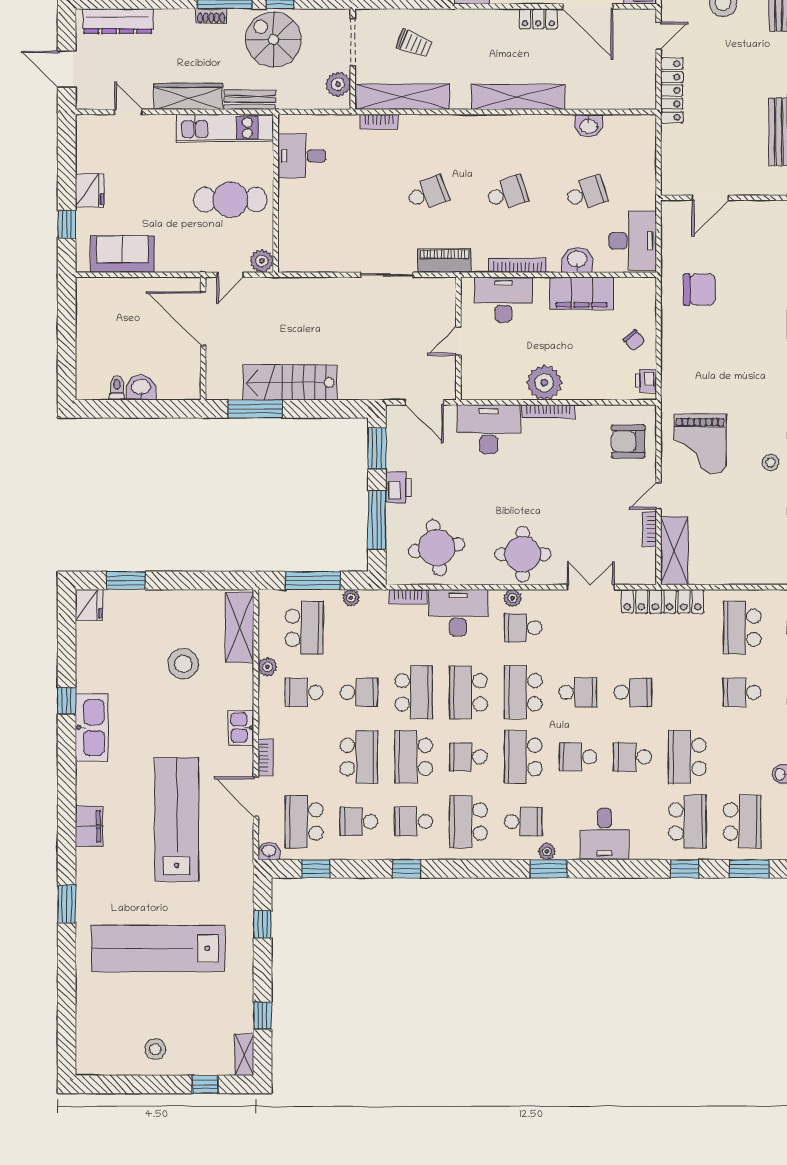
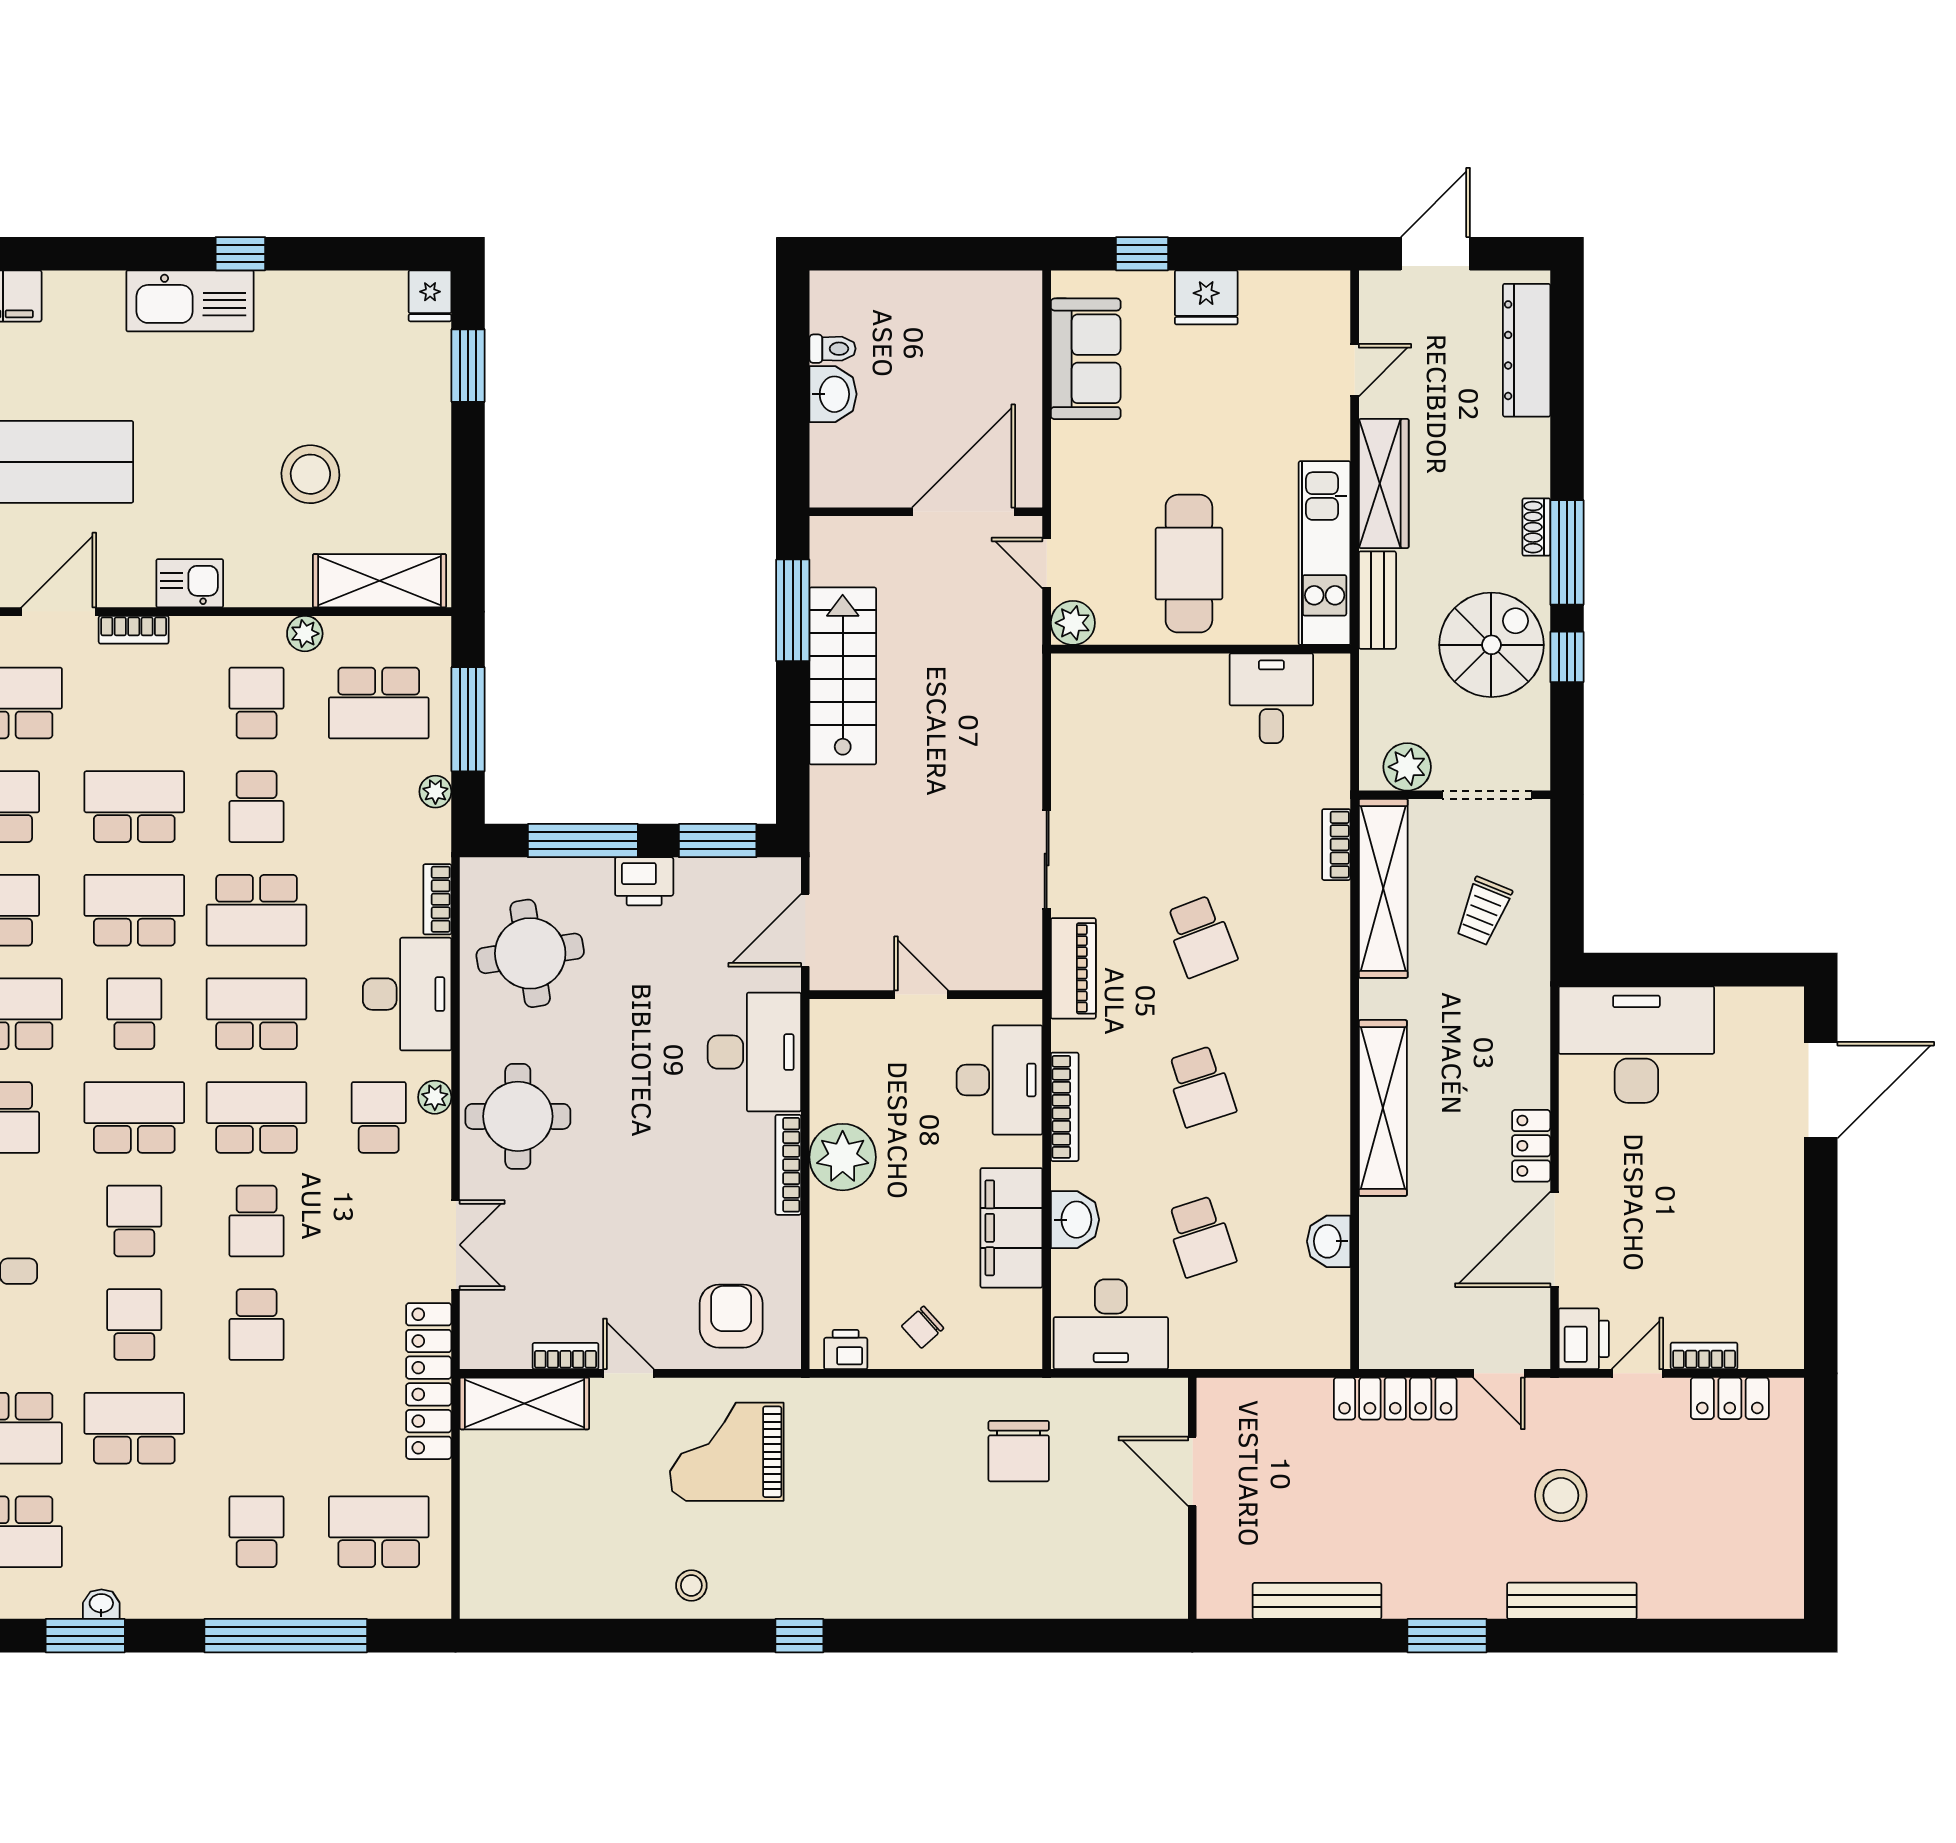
fridge: (89, 605) -> (430, 296), width x0.72
school desk: (359, 757) -> (134, 807), turned 180

